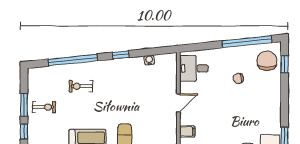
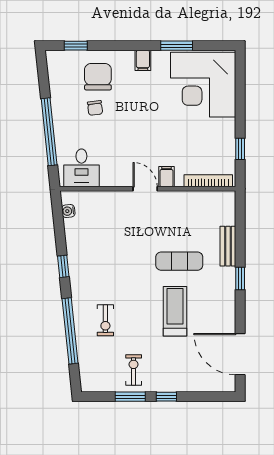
window: (247, 42) -> (49, 132), moved
water cooler: (149, 60) -> (68, 211), moved
chair: (267, 61) -> (98, 77), moved, turned 90
door: (178, 103) -> (145, 189), moved
filing cabinet: (274, 114) -> (143, 60), added

